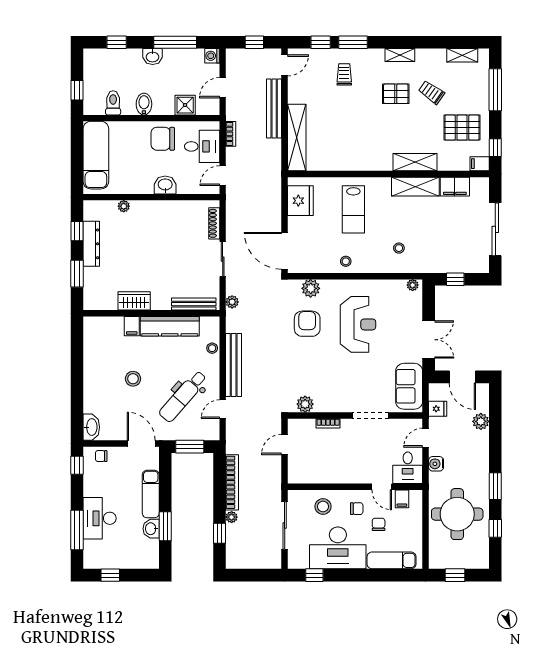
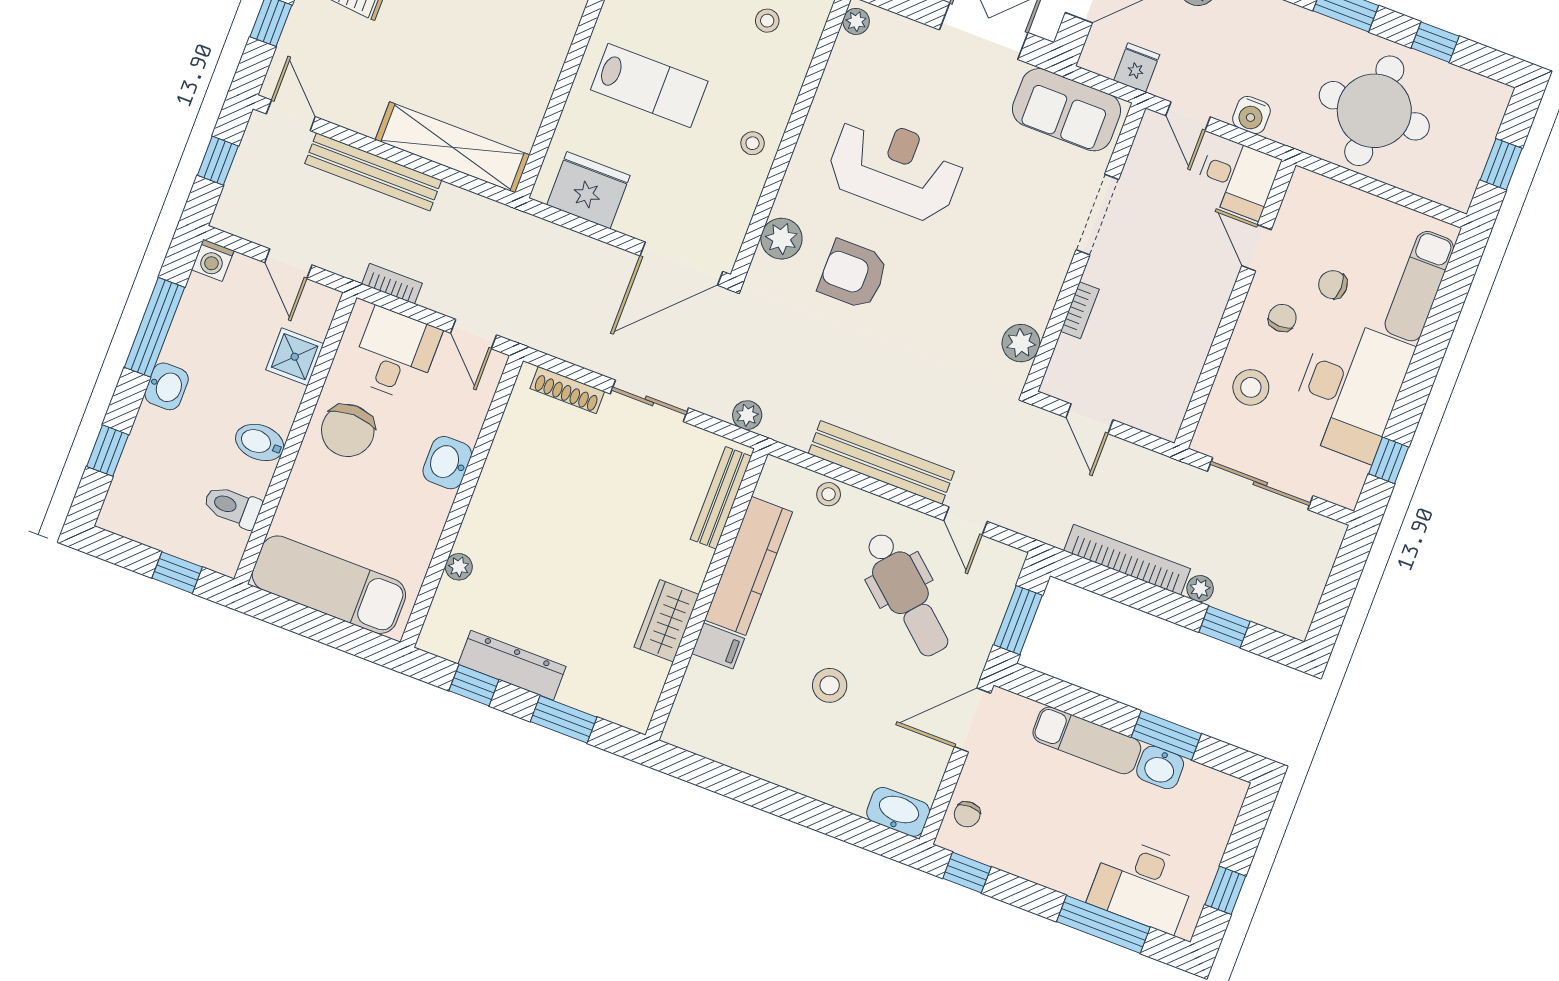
door: (382, 487) -> (1256, 248), swing flipped
filing cabinet: (402, 499) -> (1298, 215), removed
desk: (100, 518) -> (1143, 885), moved

